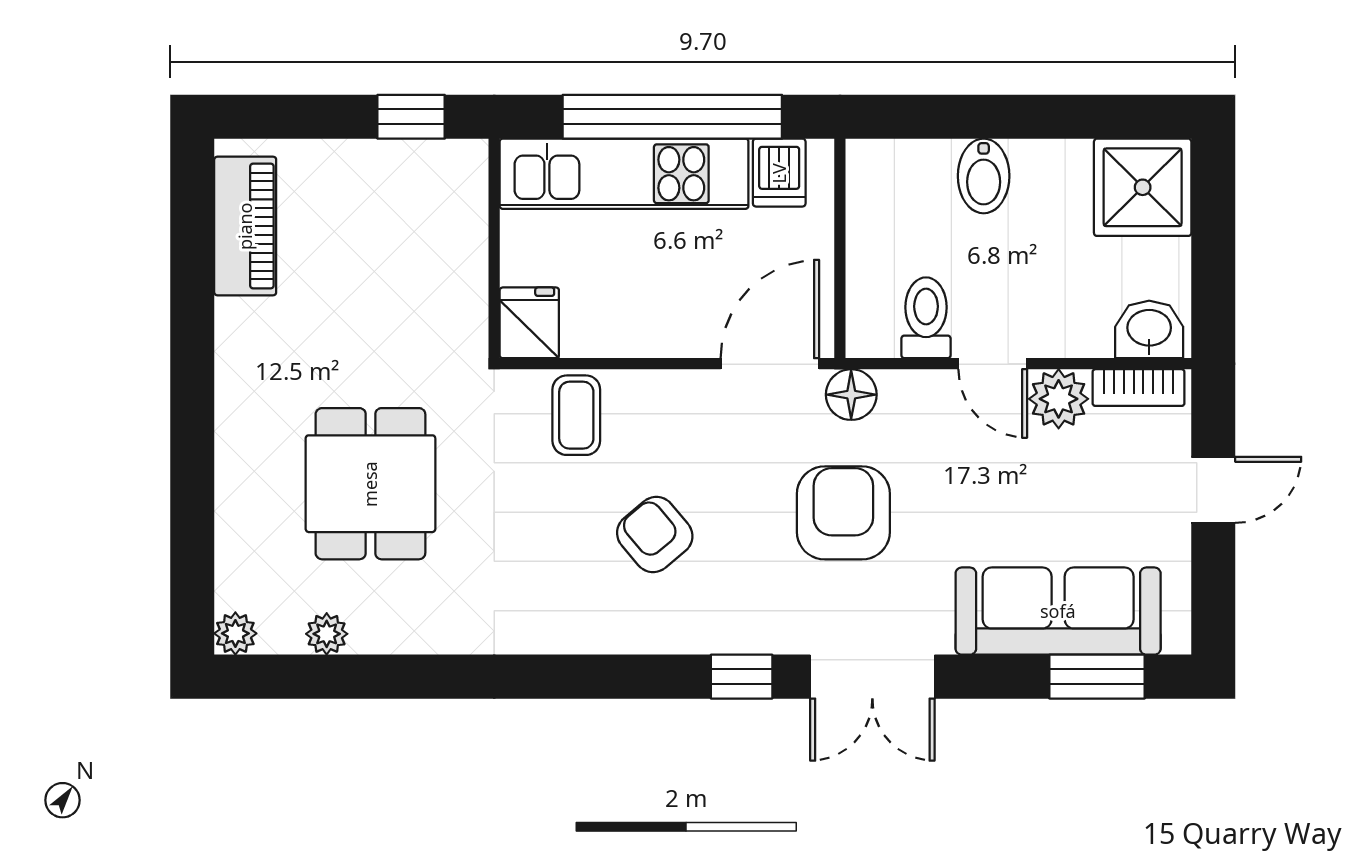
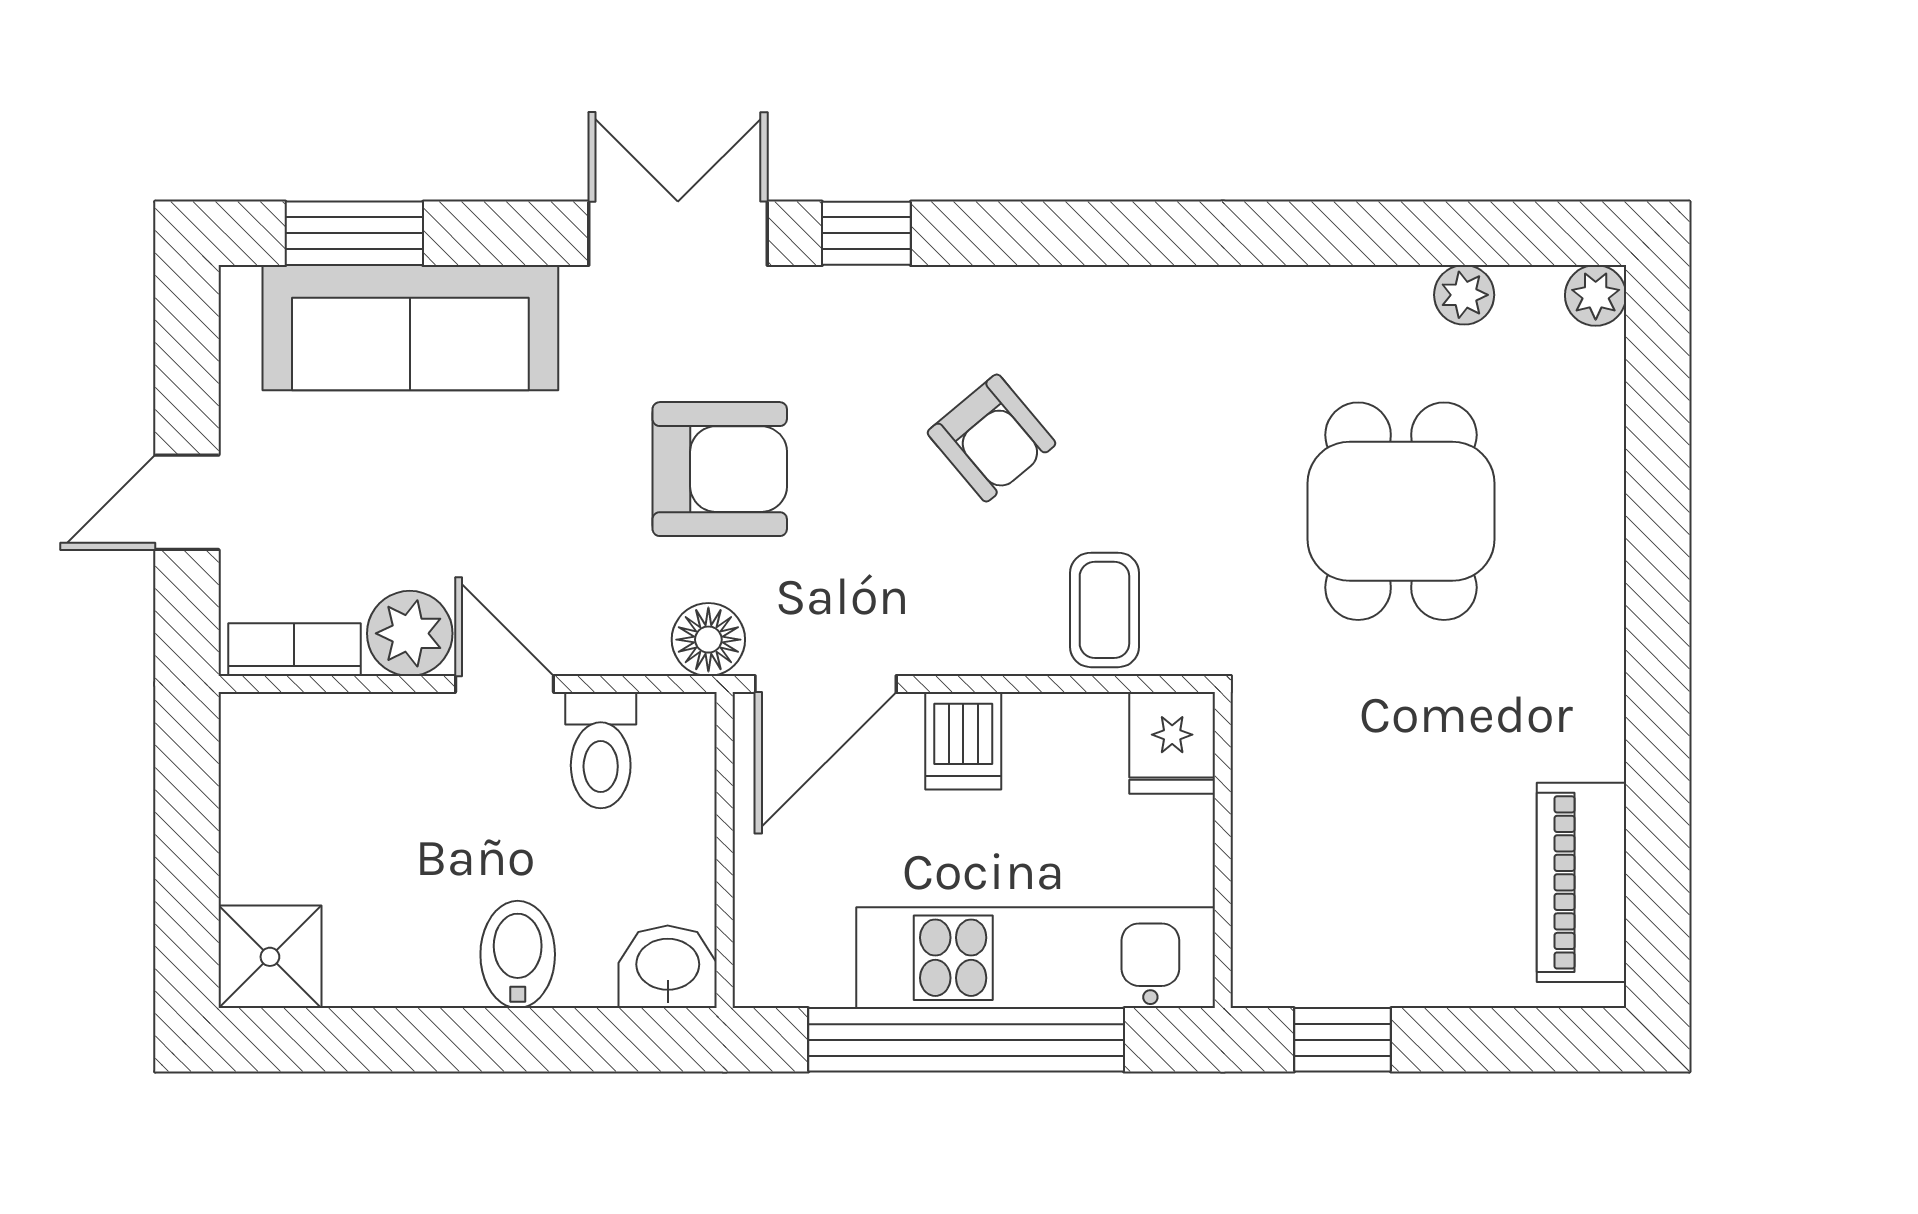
dishwasher: (779, 173) -> (963, 741), moved, turned 180
shower: (1143, 187) -> (270, 957), width x0.73, depth x0.73
washbasin: (1149, 329) -> (668, 967), moved, turned 180
armchair: (843, 513) -> (720, 469), turned -90

